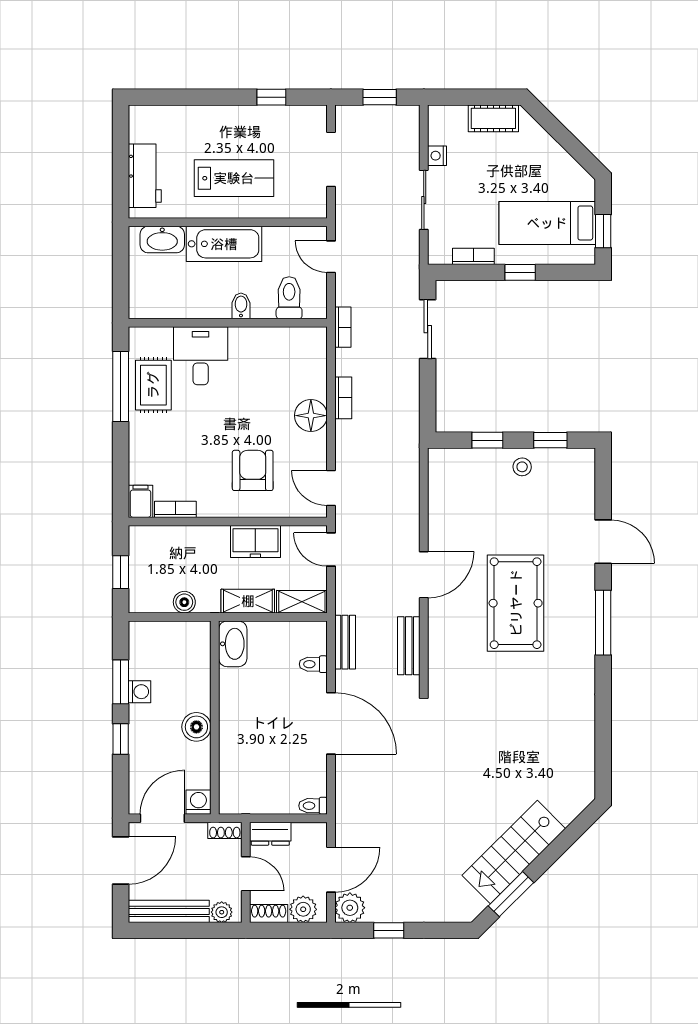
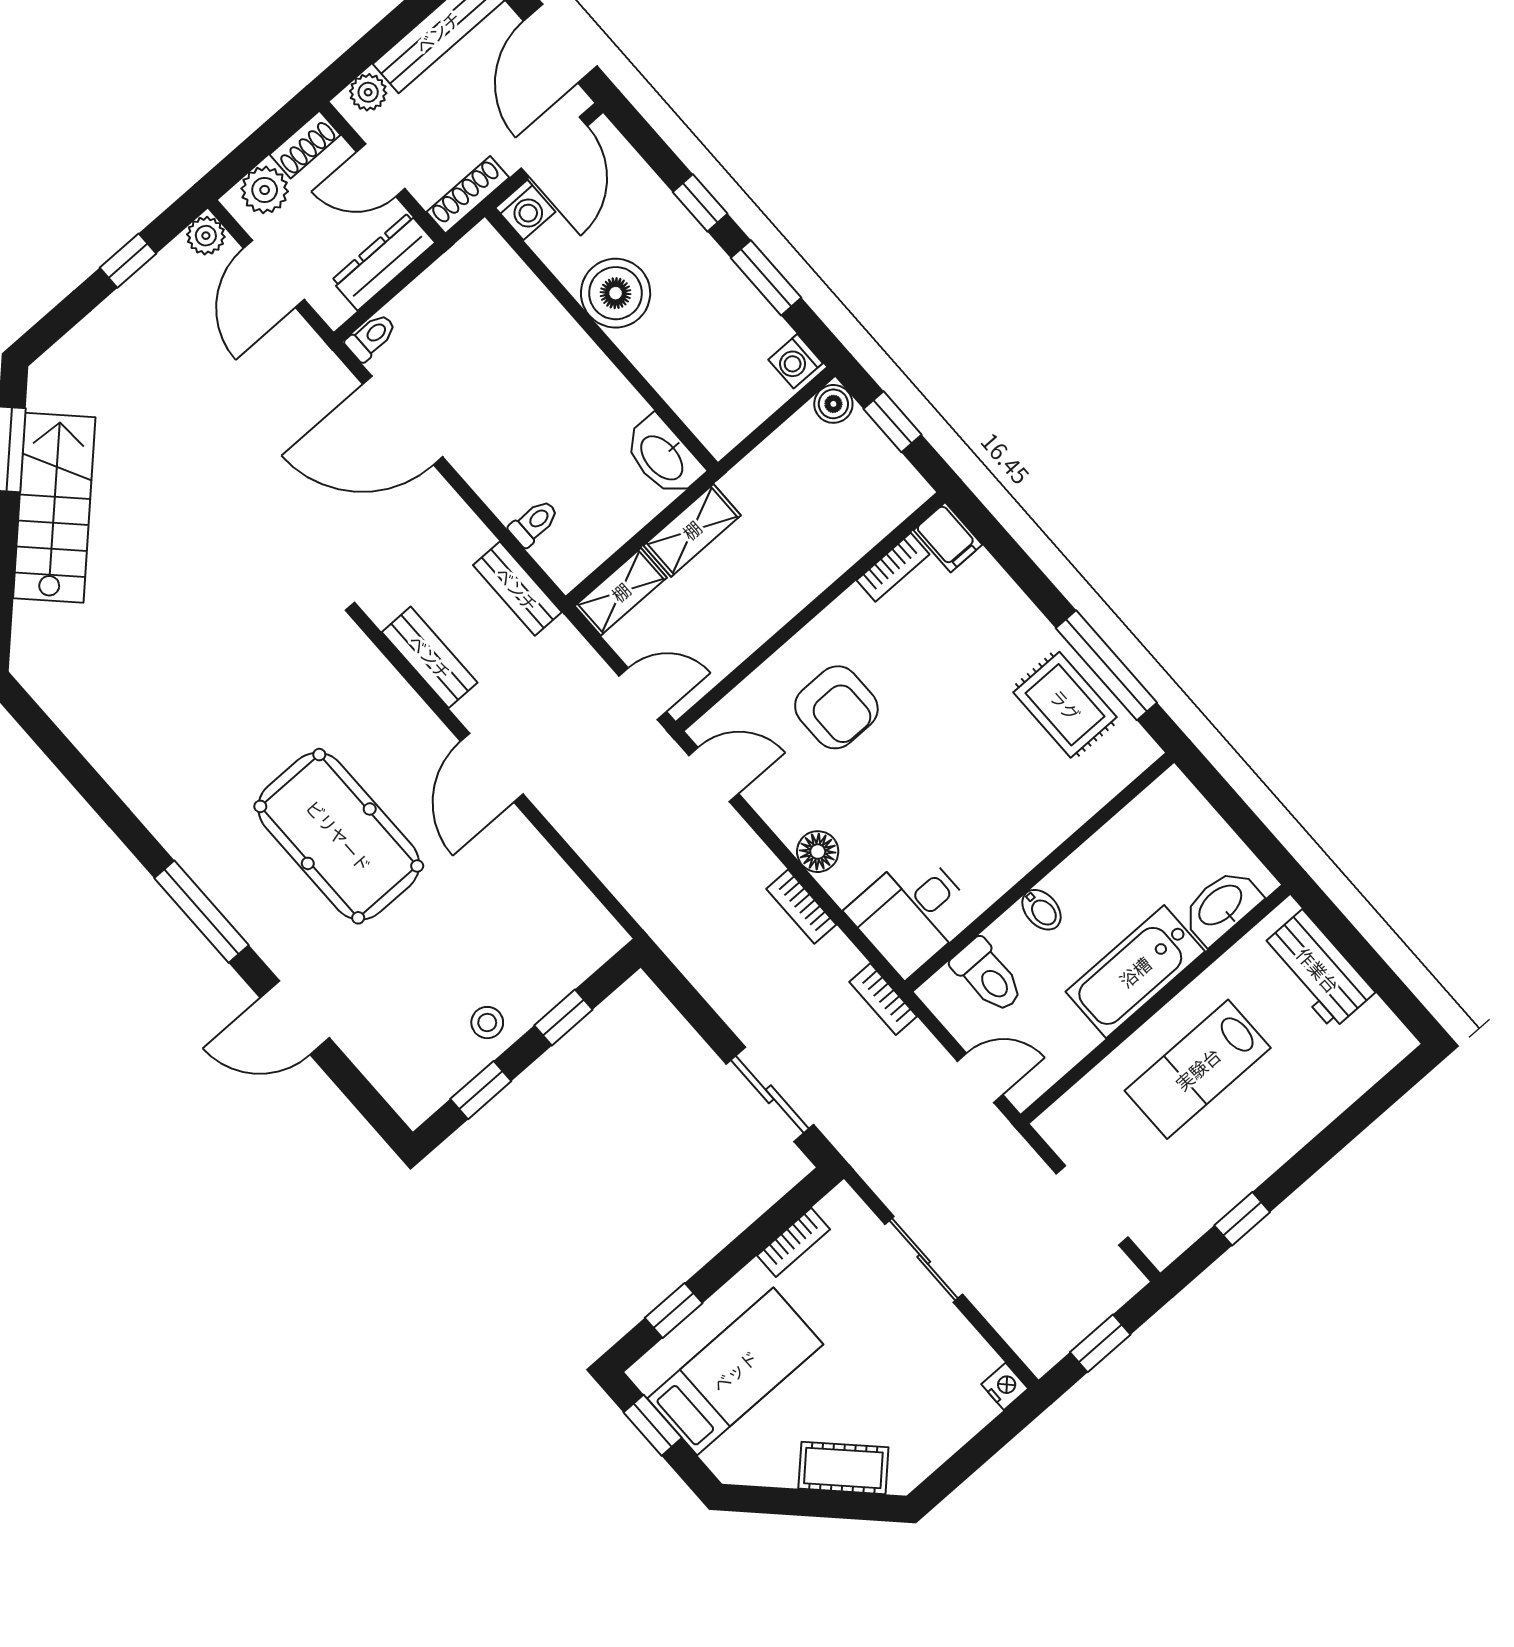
cot: (493, 118) -> (843, 1468), moved, turned 45
nightstand: (437, 156) -> (1005, 1386), moved
window: (520, 272) -> (674, 1310), moved
desk: (201, 356) -> (912, 913), moved, turned 90
floor lamp: (311, 416) -> (818, 852), width x0.73, depth x0.73
freezer: (255, 542) -> (751, 617), removed
boiler: (184, 602) -> (833, 404), moved
washing machine: (139, 692) -> (795, 361), moved
door: (331, 723) -> (403, 421), moved
boiler: (196, 727) -> (616, 293), width x1.37, depth x1.37
shoe rack: (225, 830) -> (468, 195), width x1.43
dresser: (270, 834) -> (383, 262), width x1.44
plant: (350, 908) -> (206, 236), width x0.73, depth x0.73

